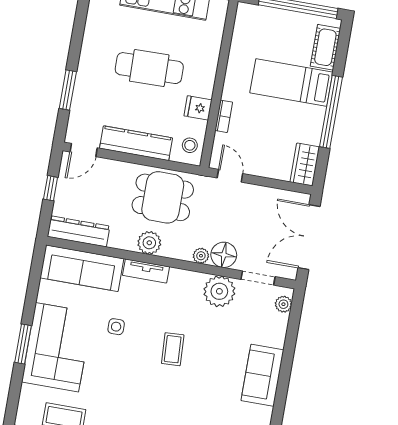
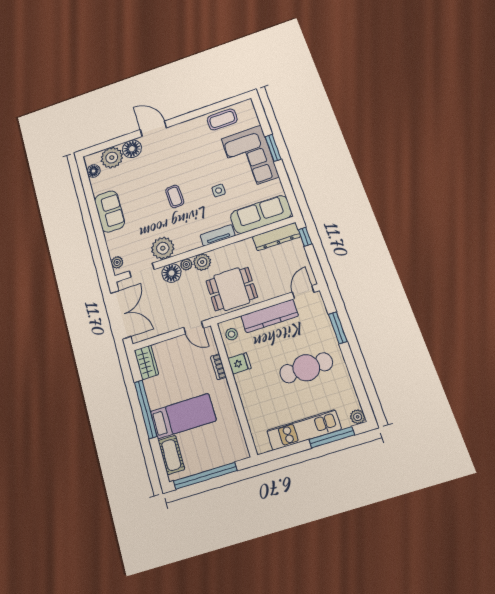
cafe table: (149, 68) -> (306, 368), moved
window: (51, 188) -> (305, 237), moved
plant: (149, 243) -> (202, 262), moved

